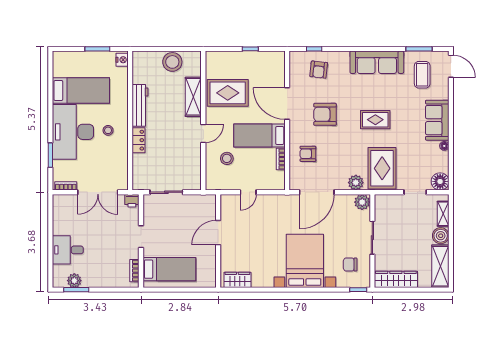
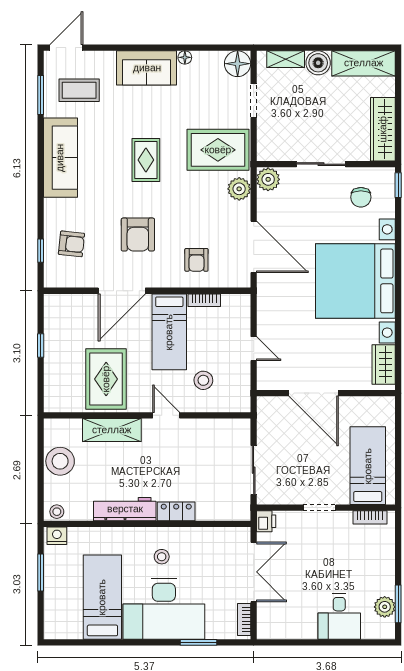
stool: (138, 60) -> (57, 512), added
door: (218, 233) -> (314, 393), width x1.36
bed with nightstands: (305, 261) -> (355, 281), width x1.36

